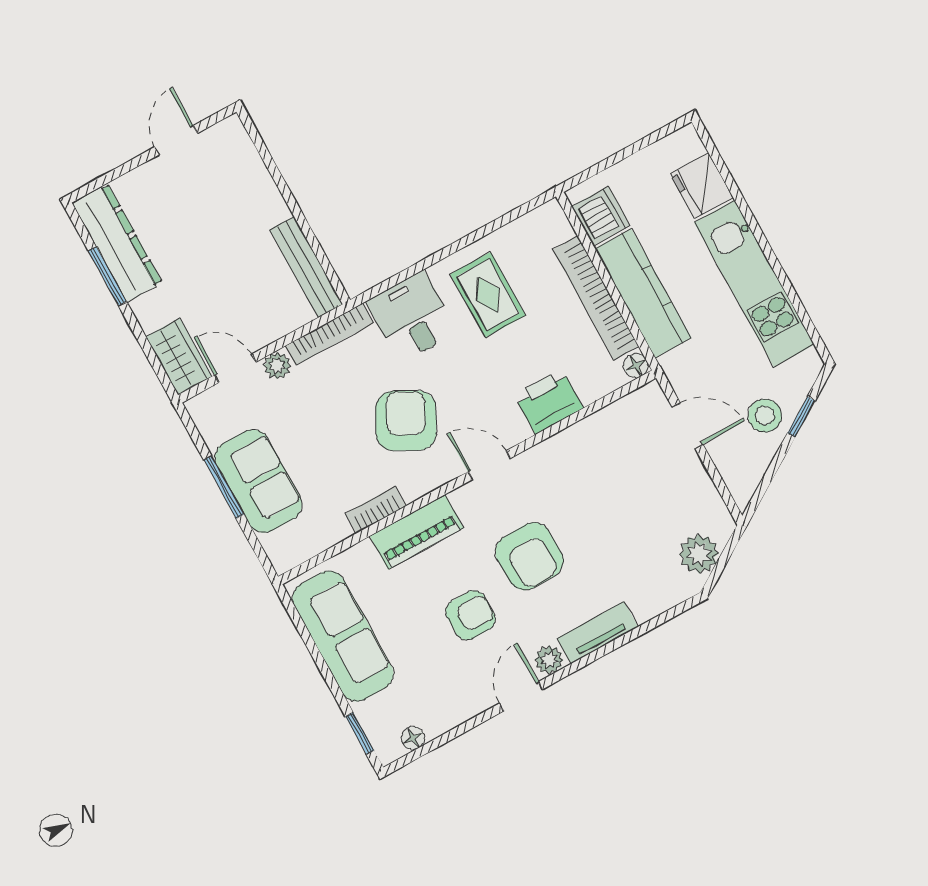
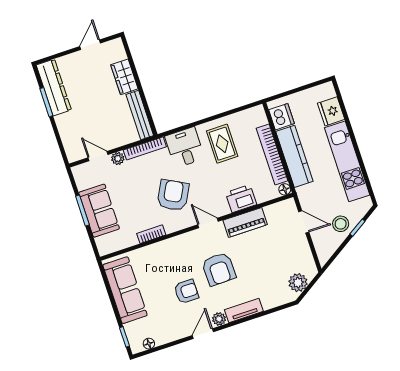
wardrobe: (179, 357) -> (124, 77), moved, turned 180
piano: (417, 532) -> (245, 222), moved

